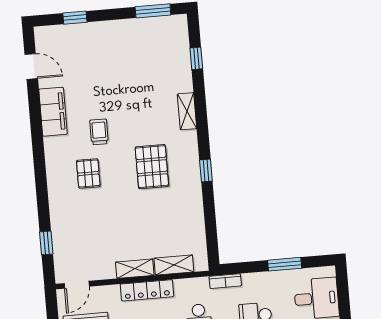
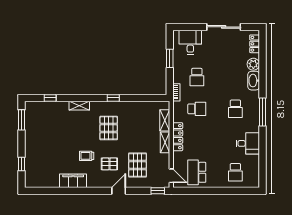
door: (31, 66) -> (119, 191), moved
pallet: (152, 167) -> (109, 128), turned 90
pallet: (91, 223) -> (138, 165), added
window: (46, 243) -> (158, 191), moved

